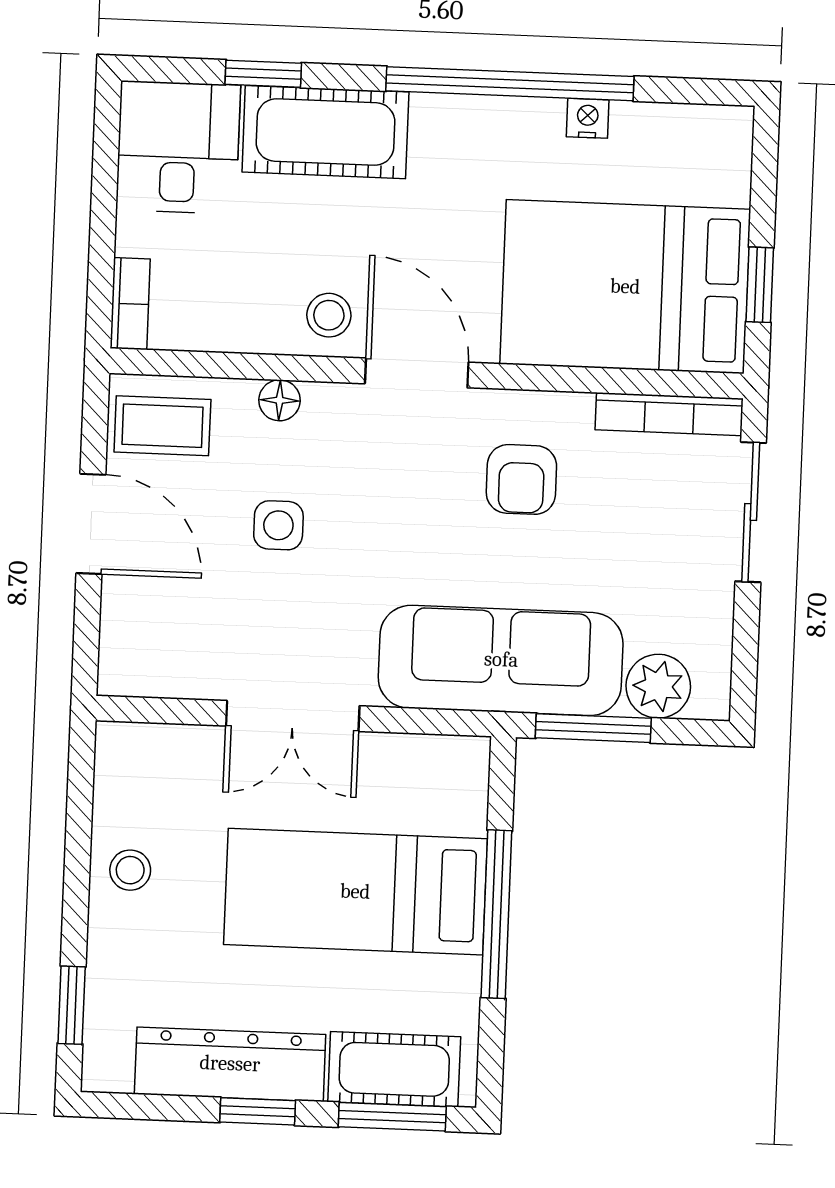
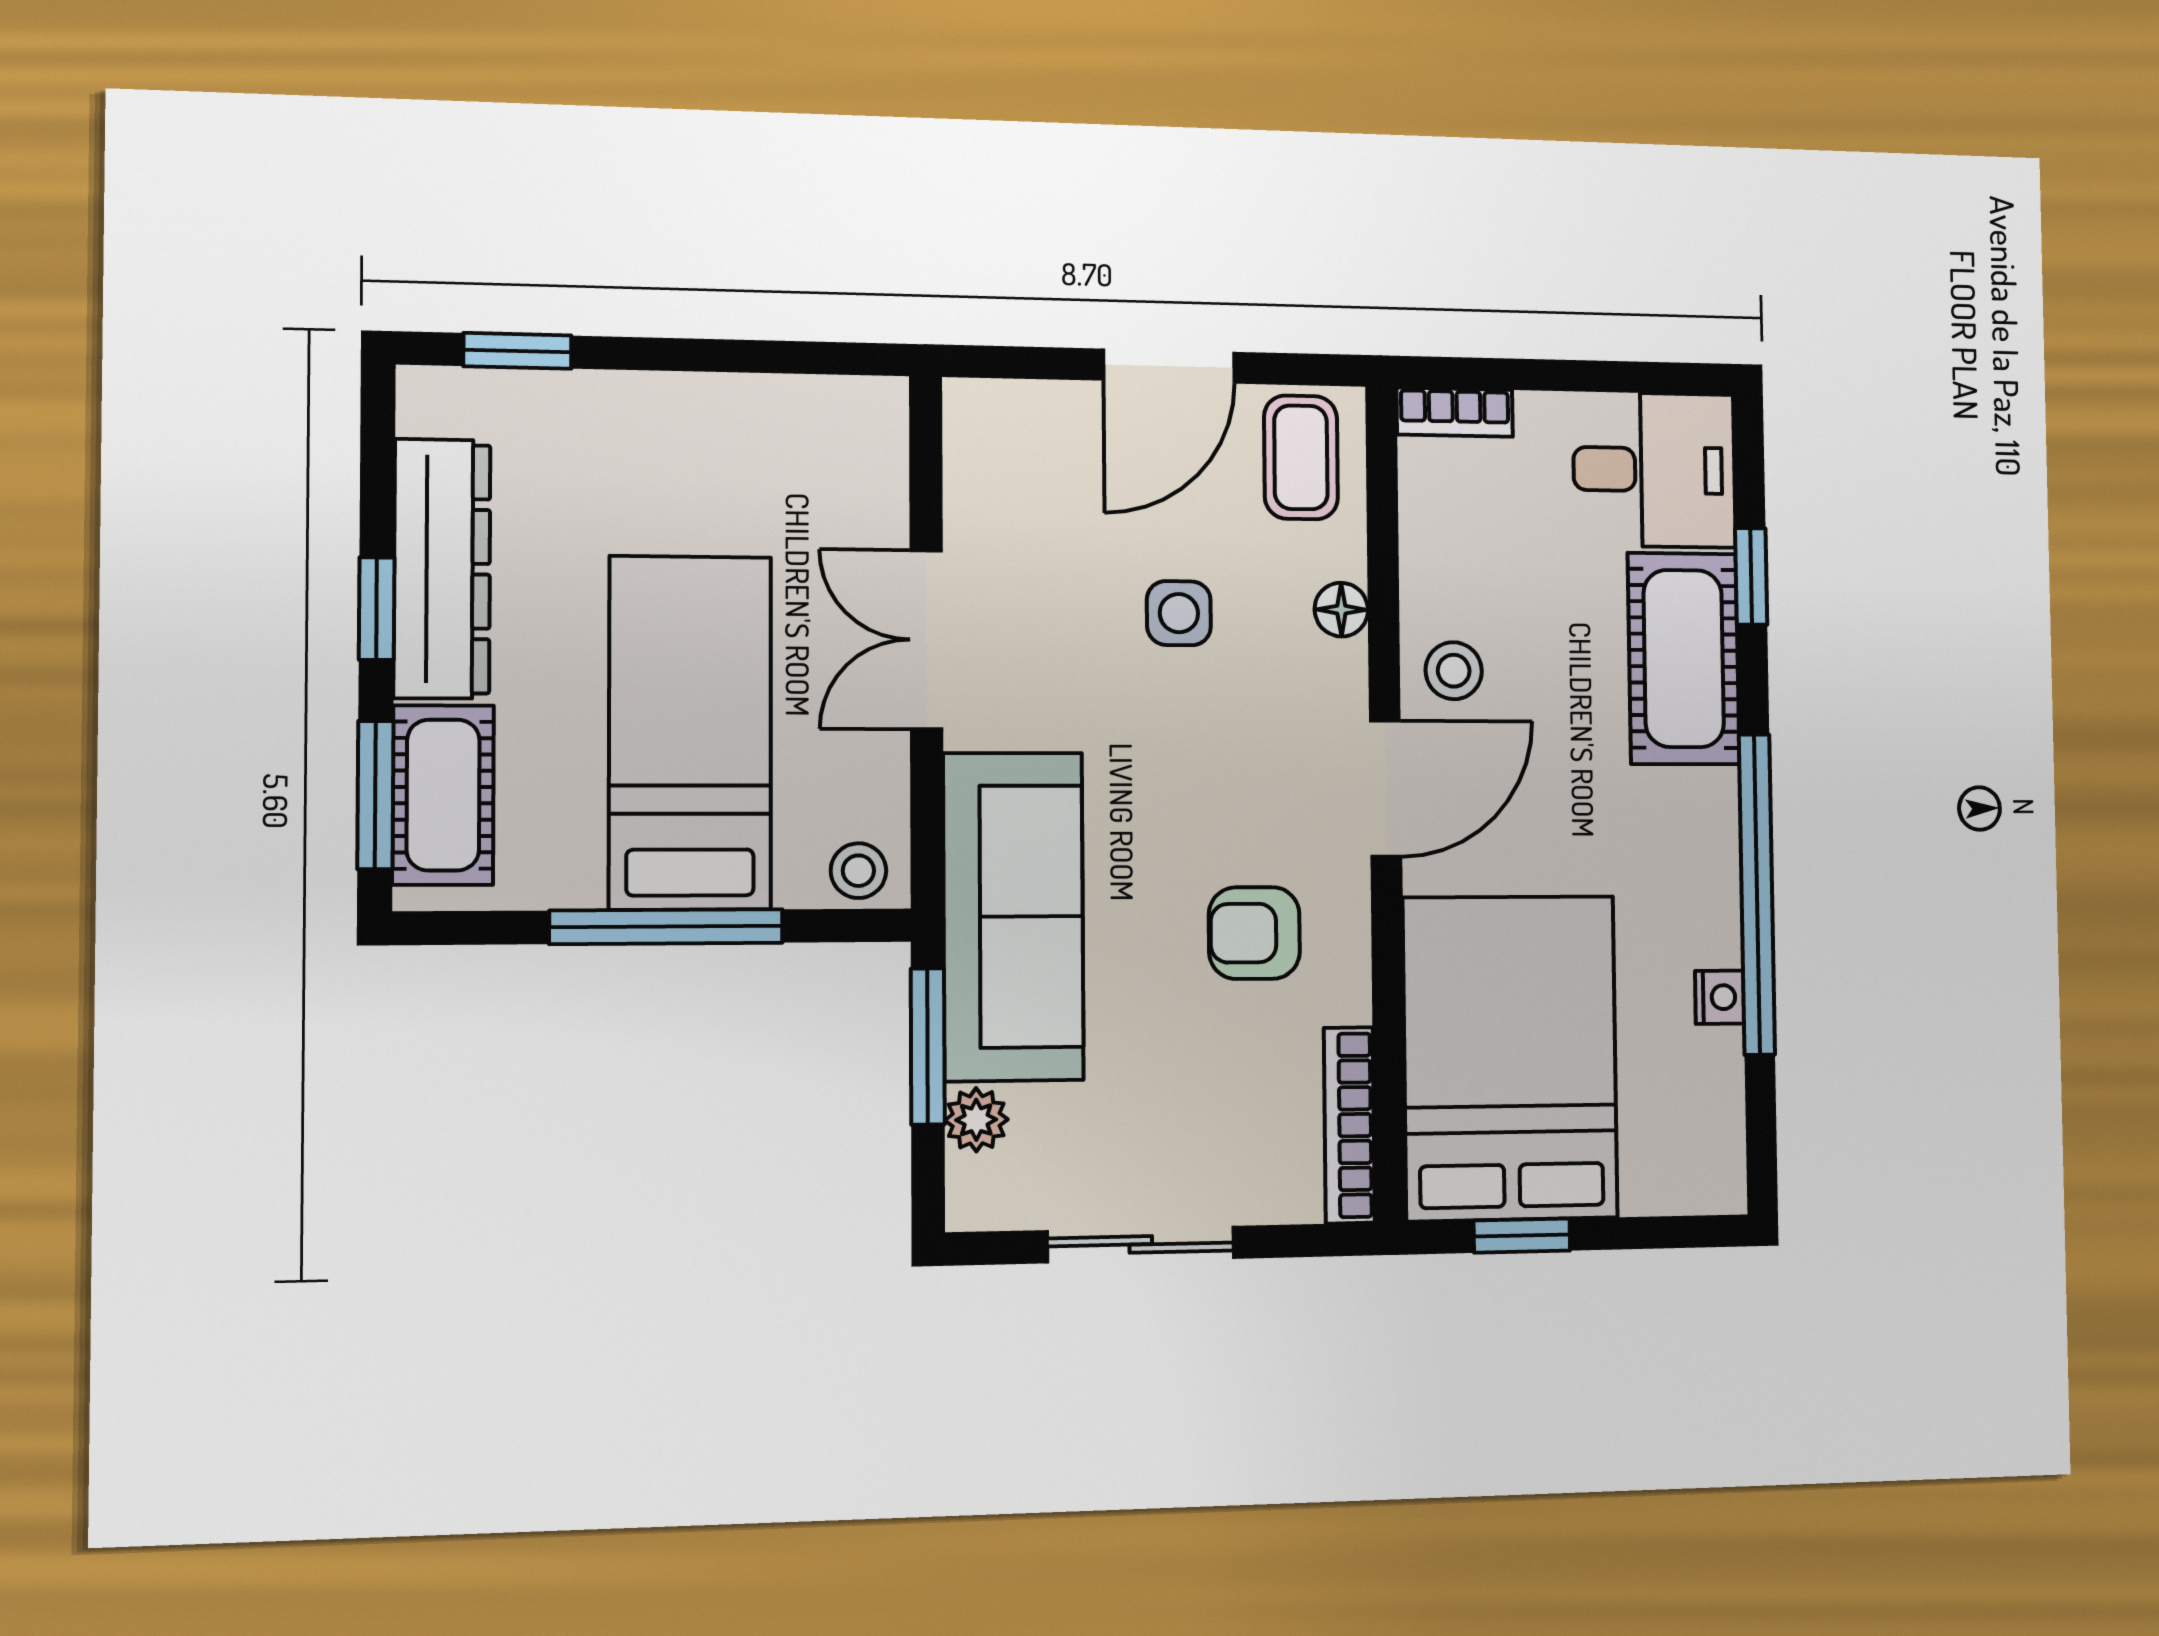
sliding door: (751, 512) -> (1141, 1244), moved
plant: (658, 686) -> (976, 1120), width x0.73, depth x0.73
stool: (130, 870) -> (858, 871), moved

